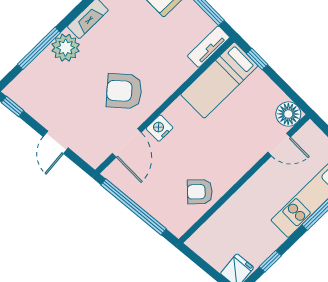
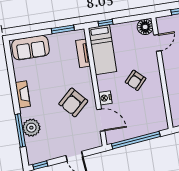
tv unit: (209, 47) -> (83, 53), moved
plant: (66, 48) -> (31, 128), moved
armchair: (200, 192) -> (136, 80), moved

